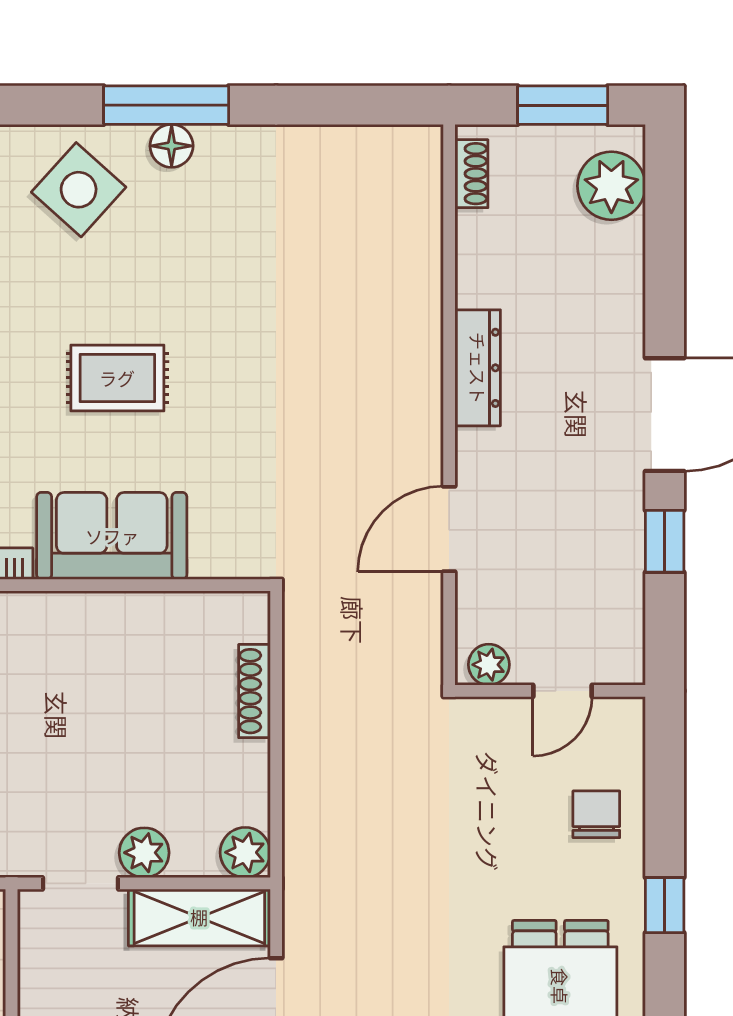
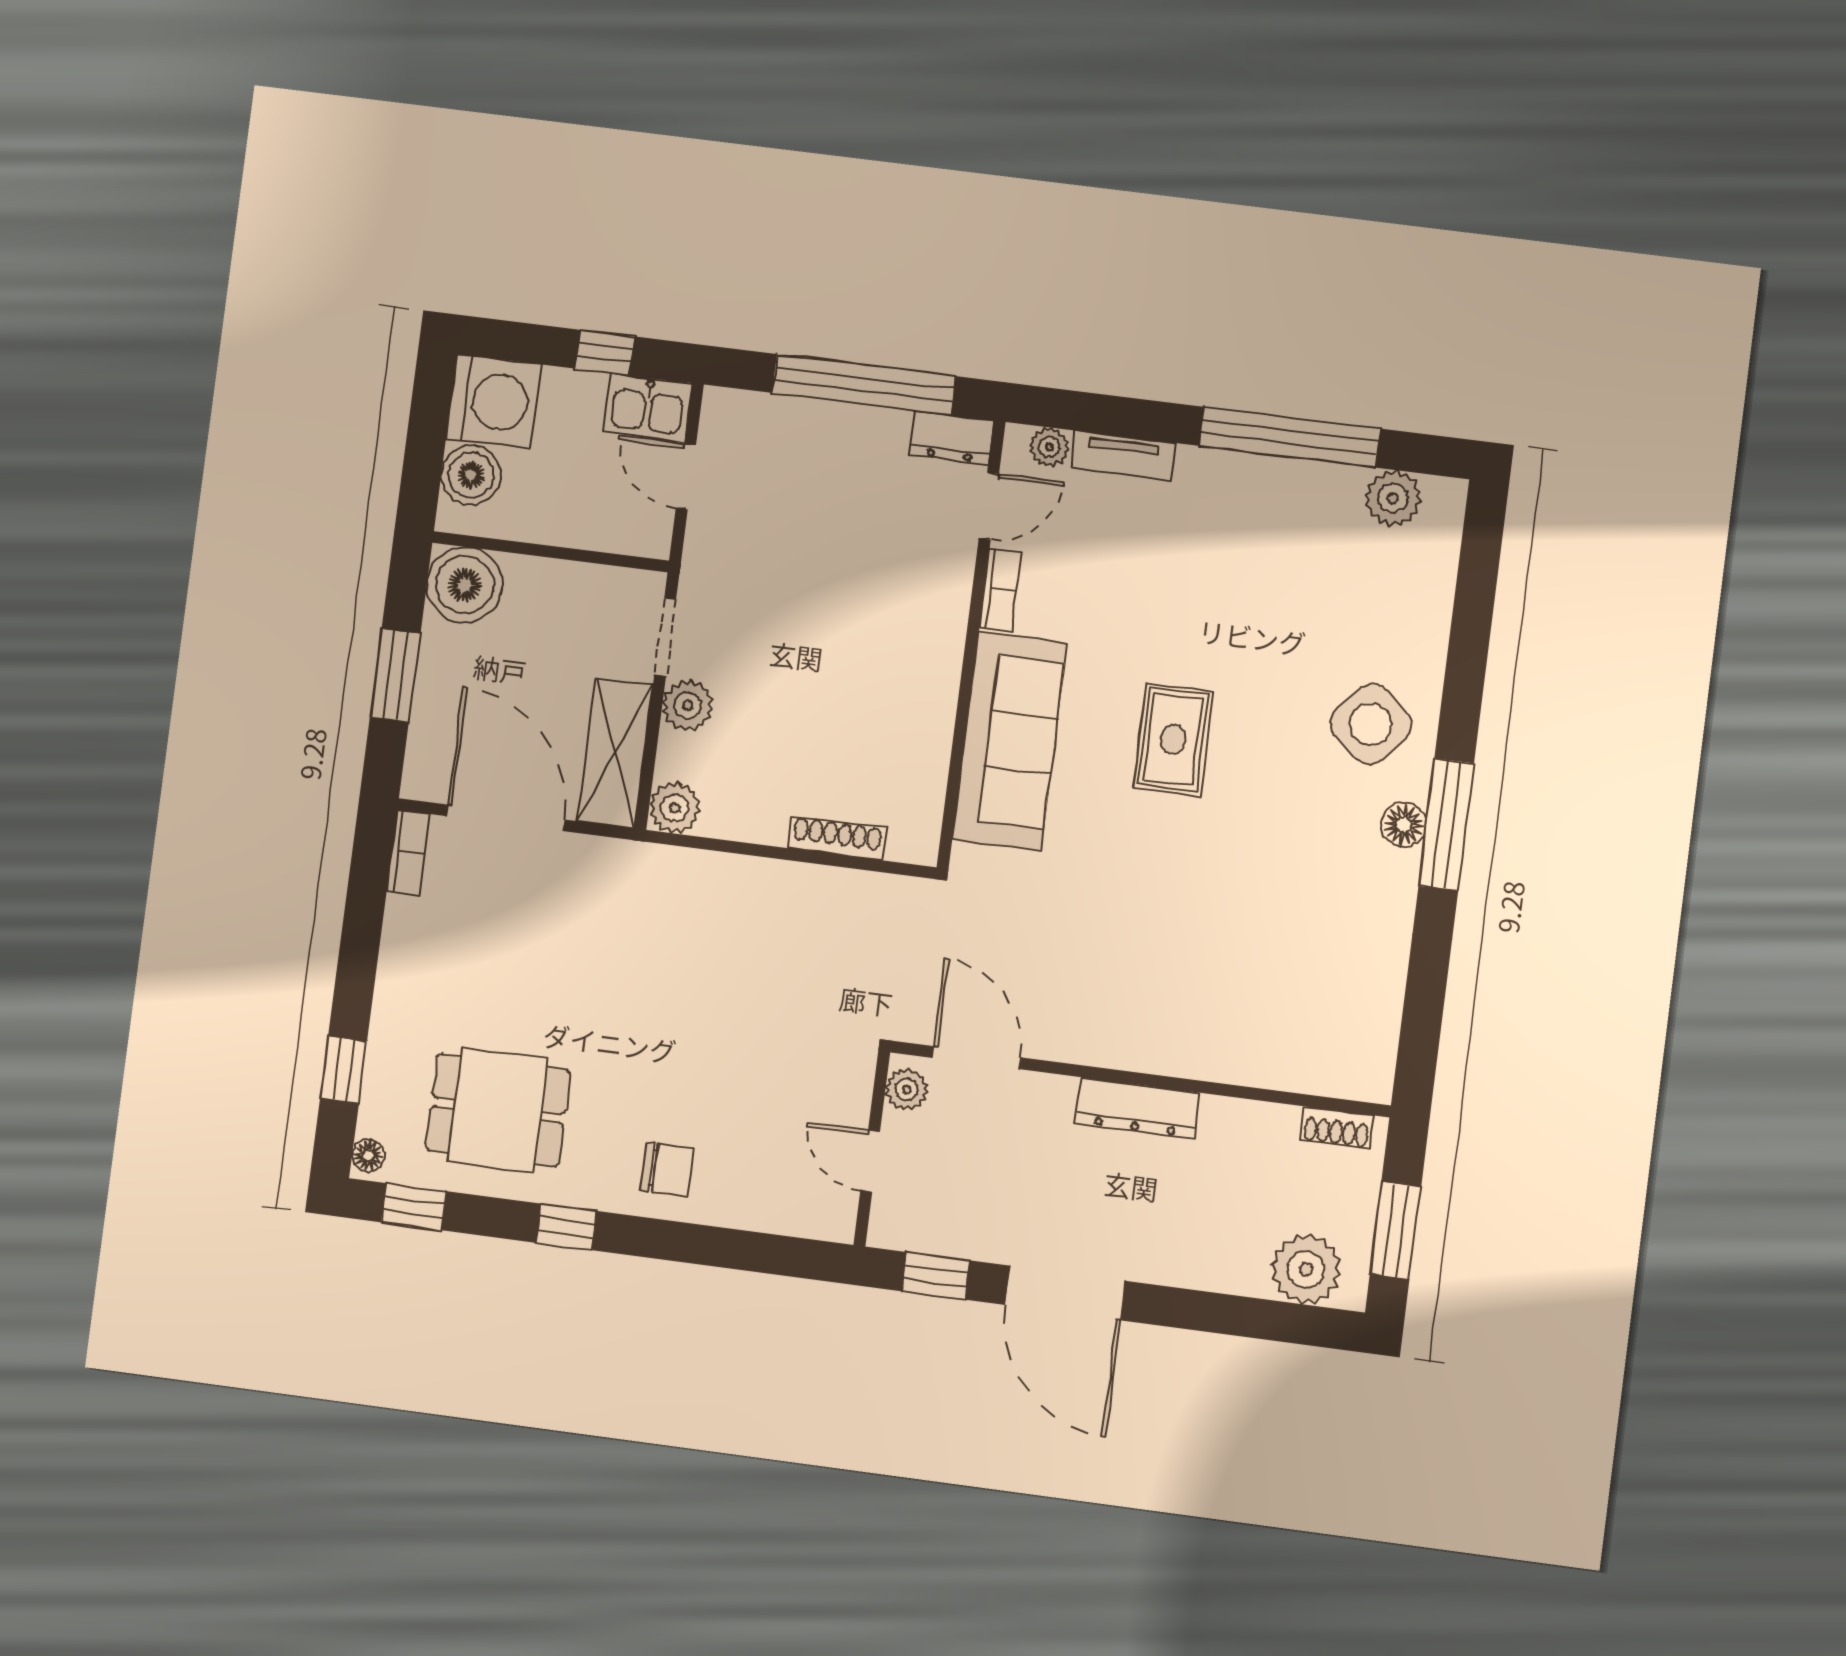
sofa: (112, 536) -> (1010, 741), width x1.36
plant: (489, 665) -> (907, 1089), moved
wall: (550, 691) -> (872, 1149), moved
door: (562, 691) -> (870, 1161), moved

